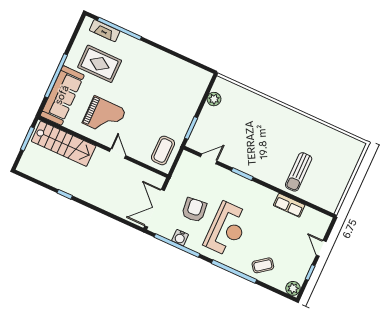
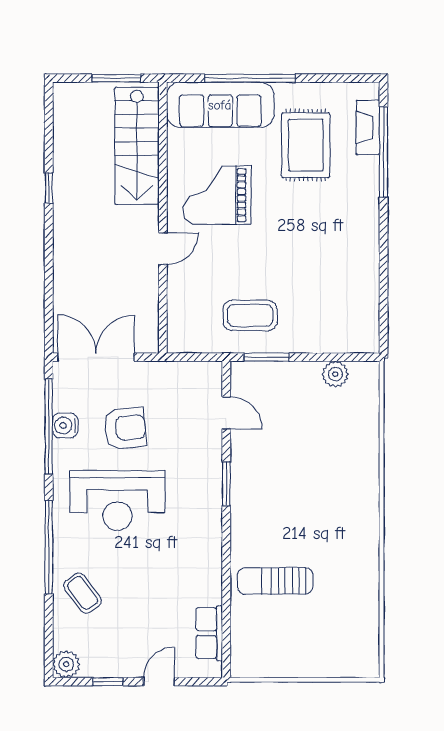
grand piano: (104, 116) -> (217, 195), turned 90
coffee table: (163, 150) -> (250, 315), moved
row of seats: (289, 205) -> (209, 633), moved

